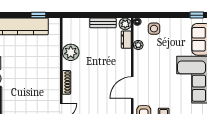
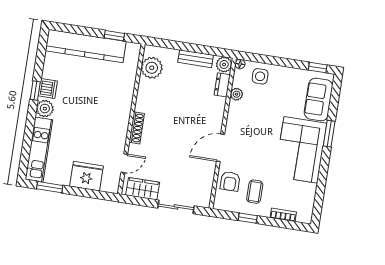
plant: (71, 52) -> (152, 68), moved

